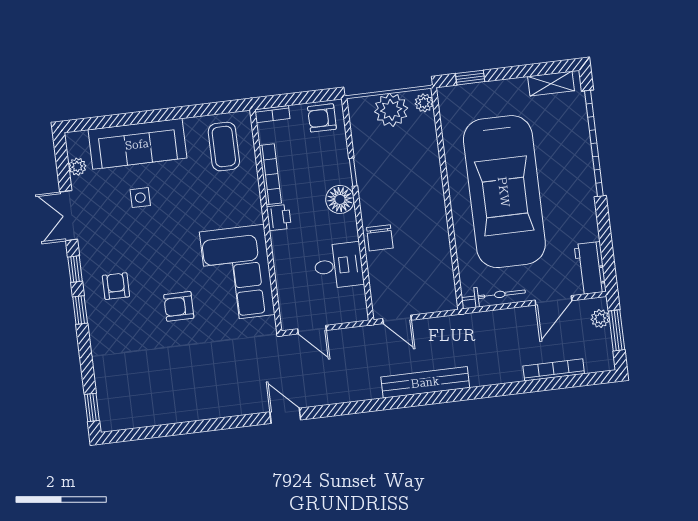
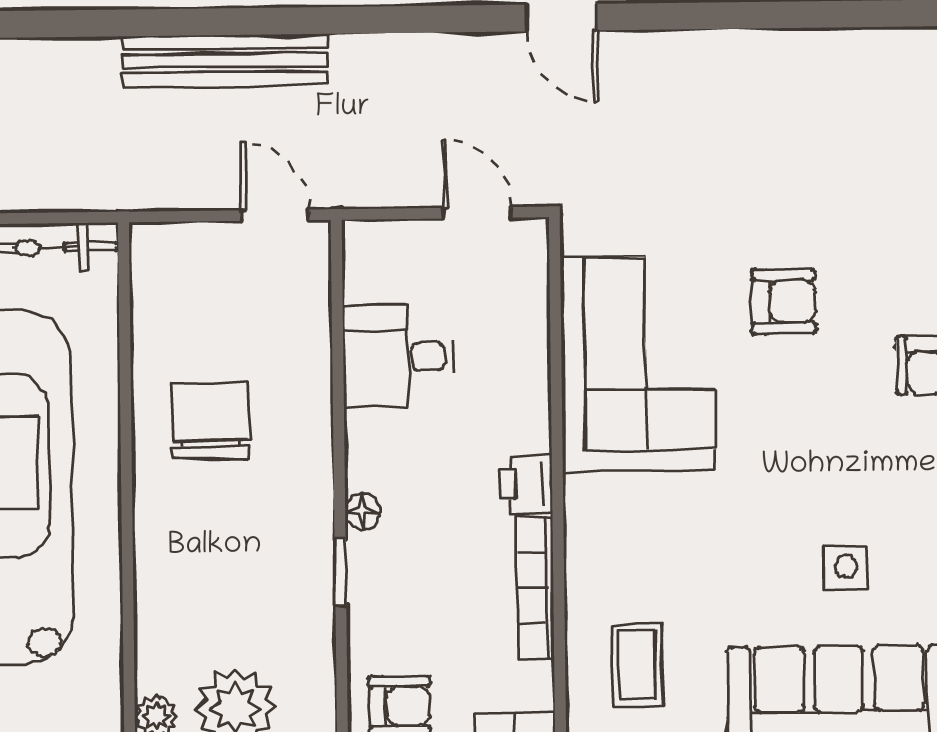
coffee table: (224, 147) -> (637, 665), width x0.73, depth x0.77
floor lamp: (340, 199) -> (363, 511), width x0.53, depth x0.53
chair: (380, 238) -> (211, 421), moved, width x1.37, depth x1.37

